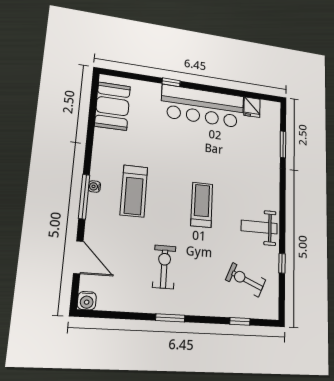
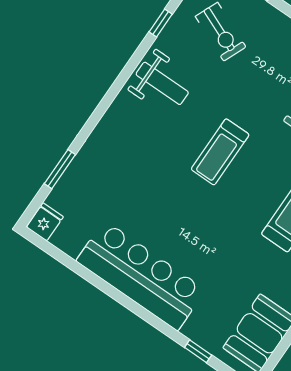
window: (171, 82) -> (198, 351), moved
fridge: (252, 107) -> (45, 222), moved

